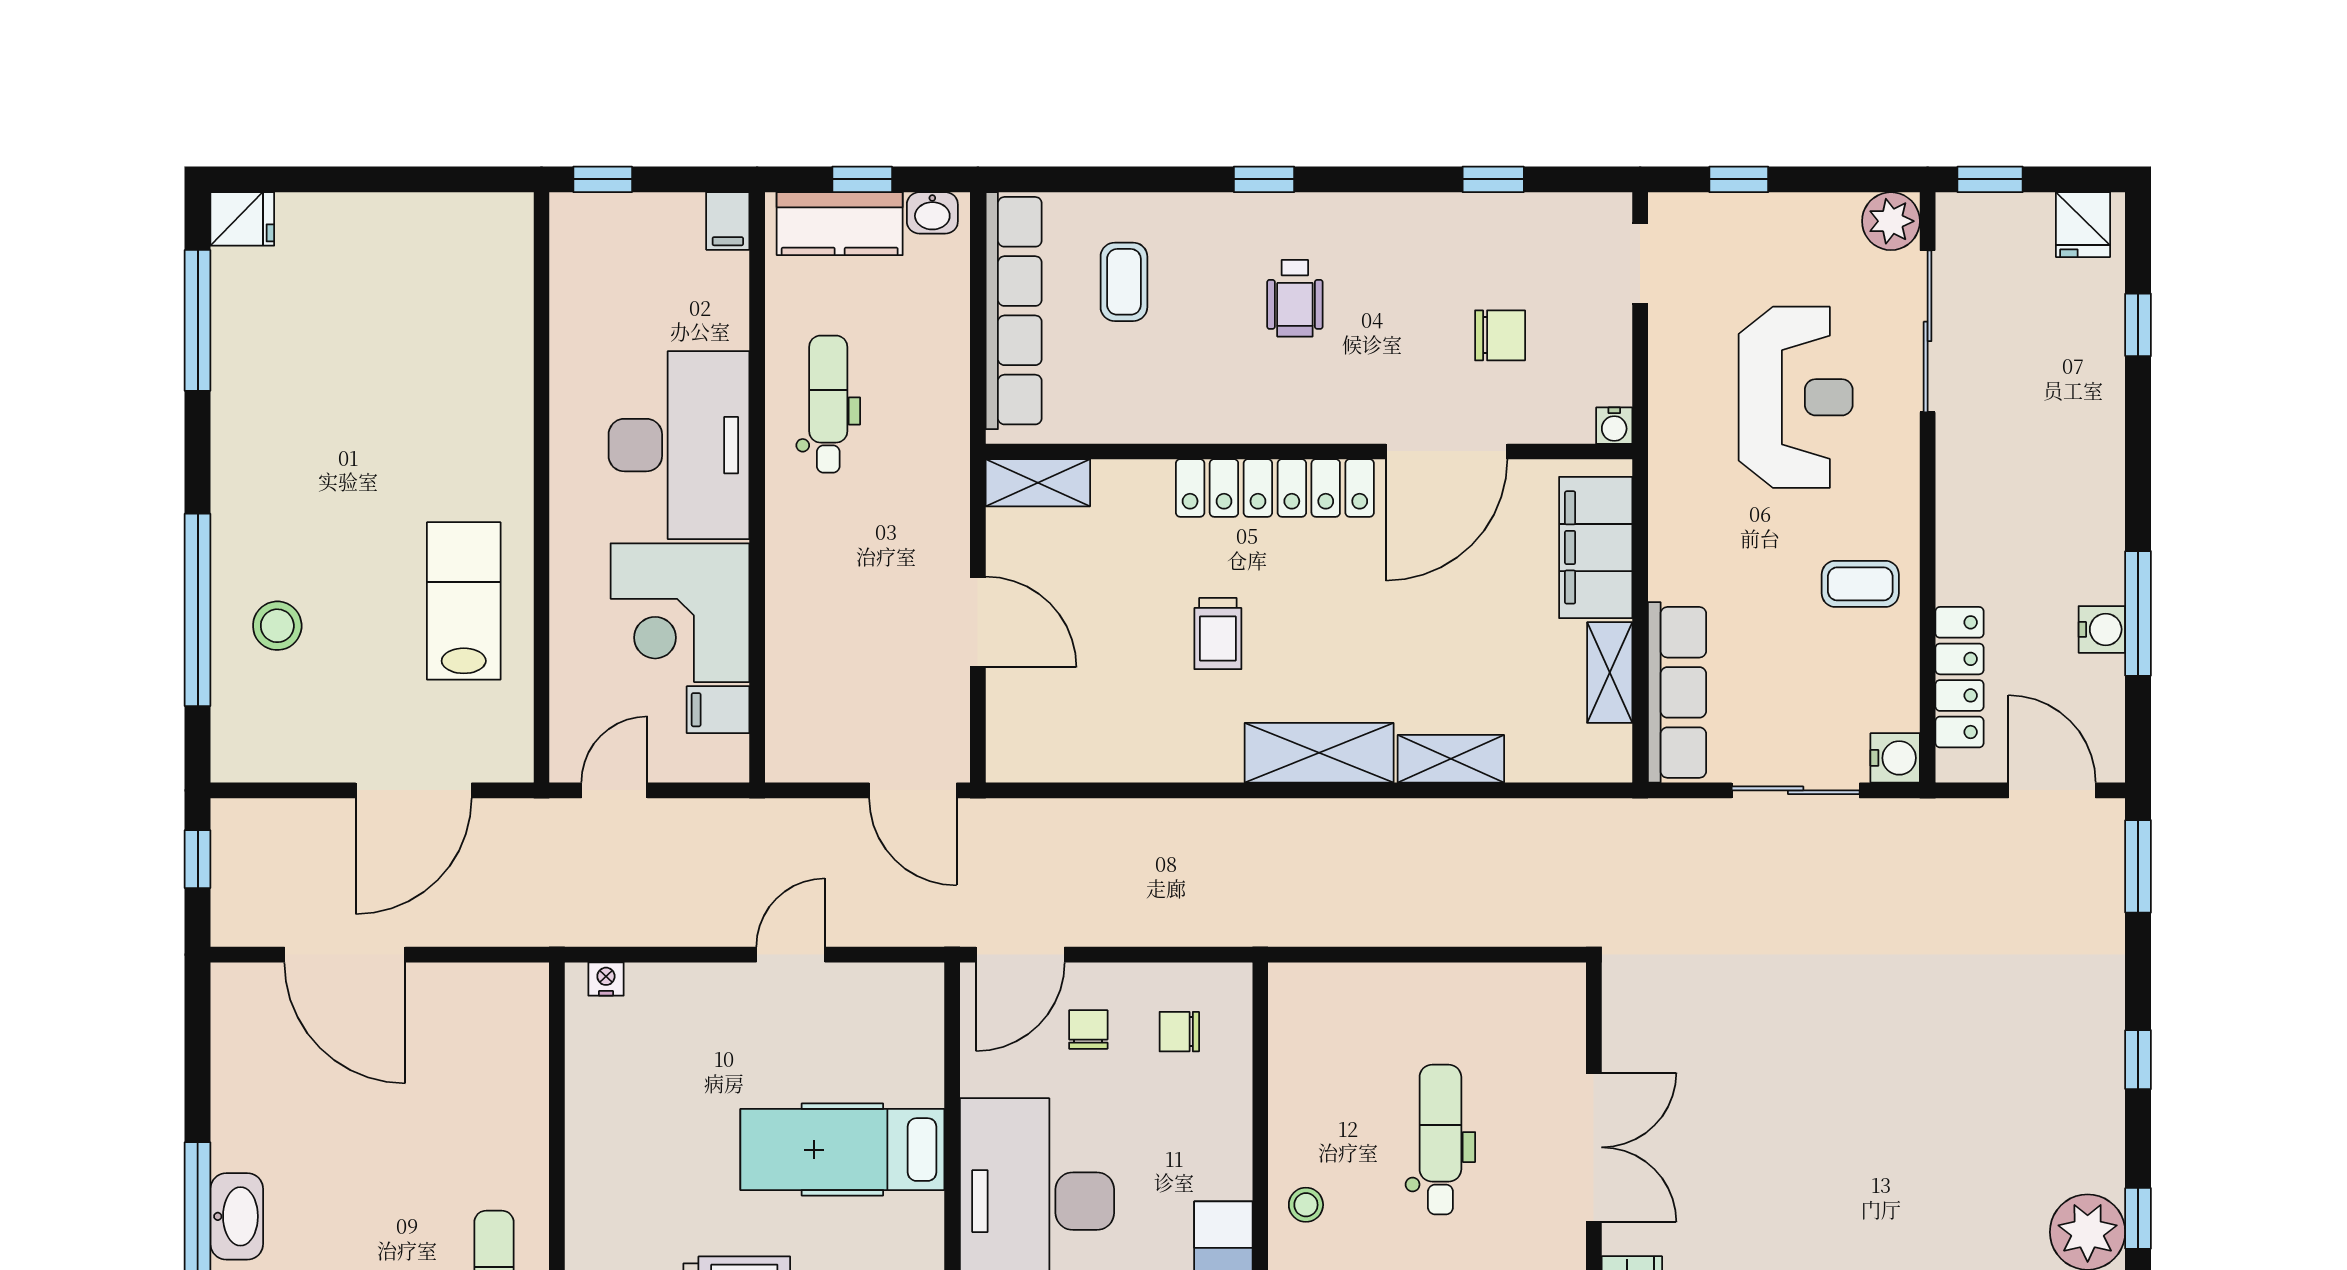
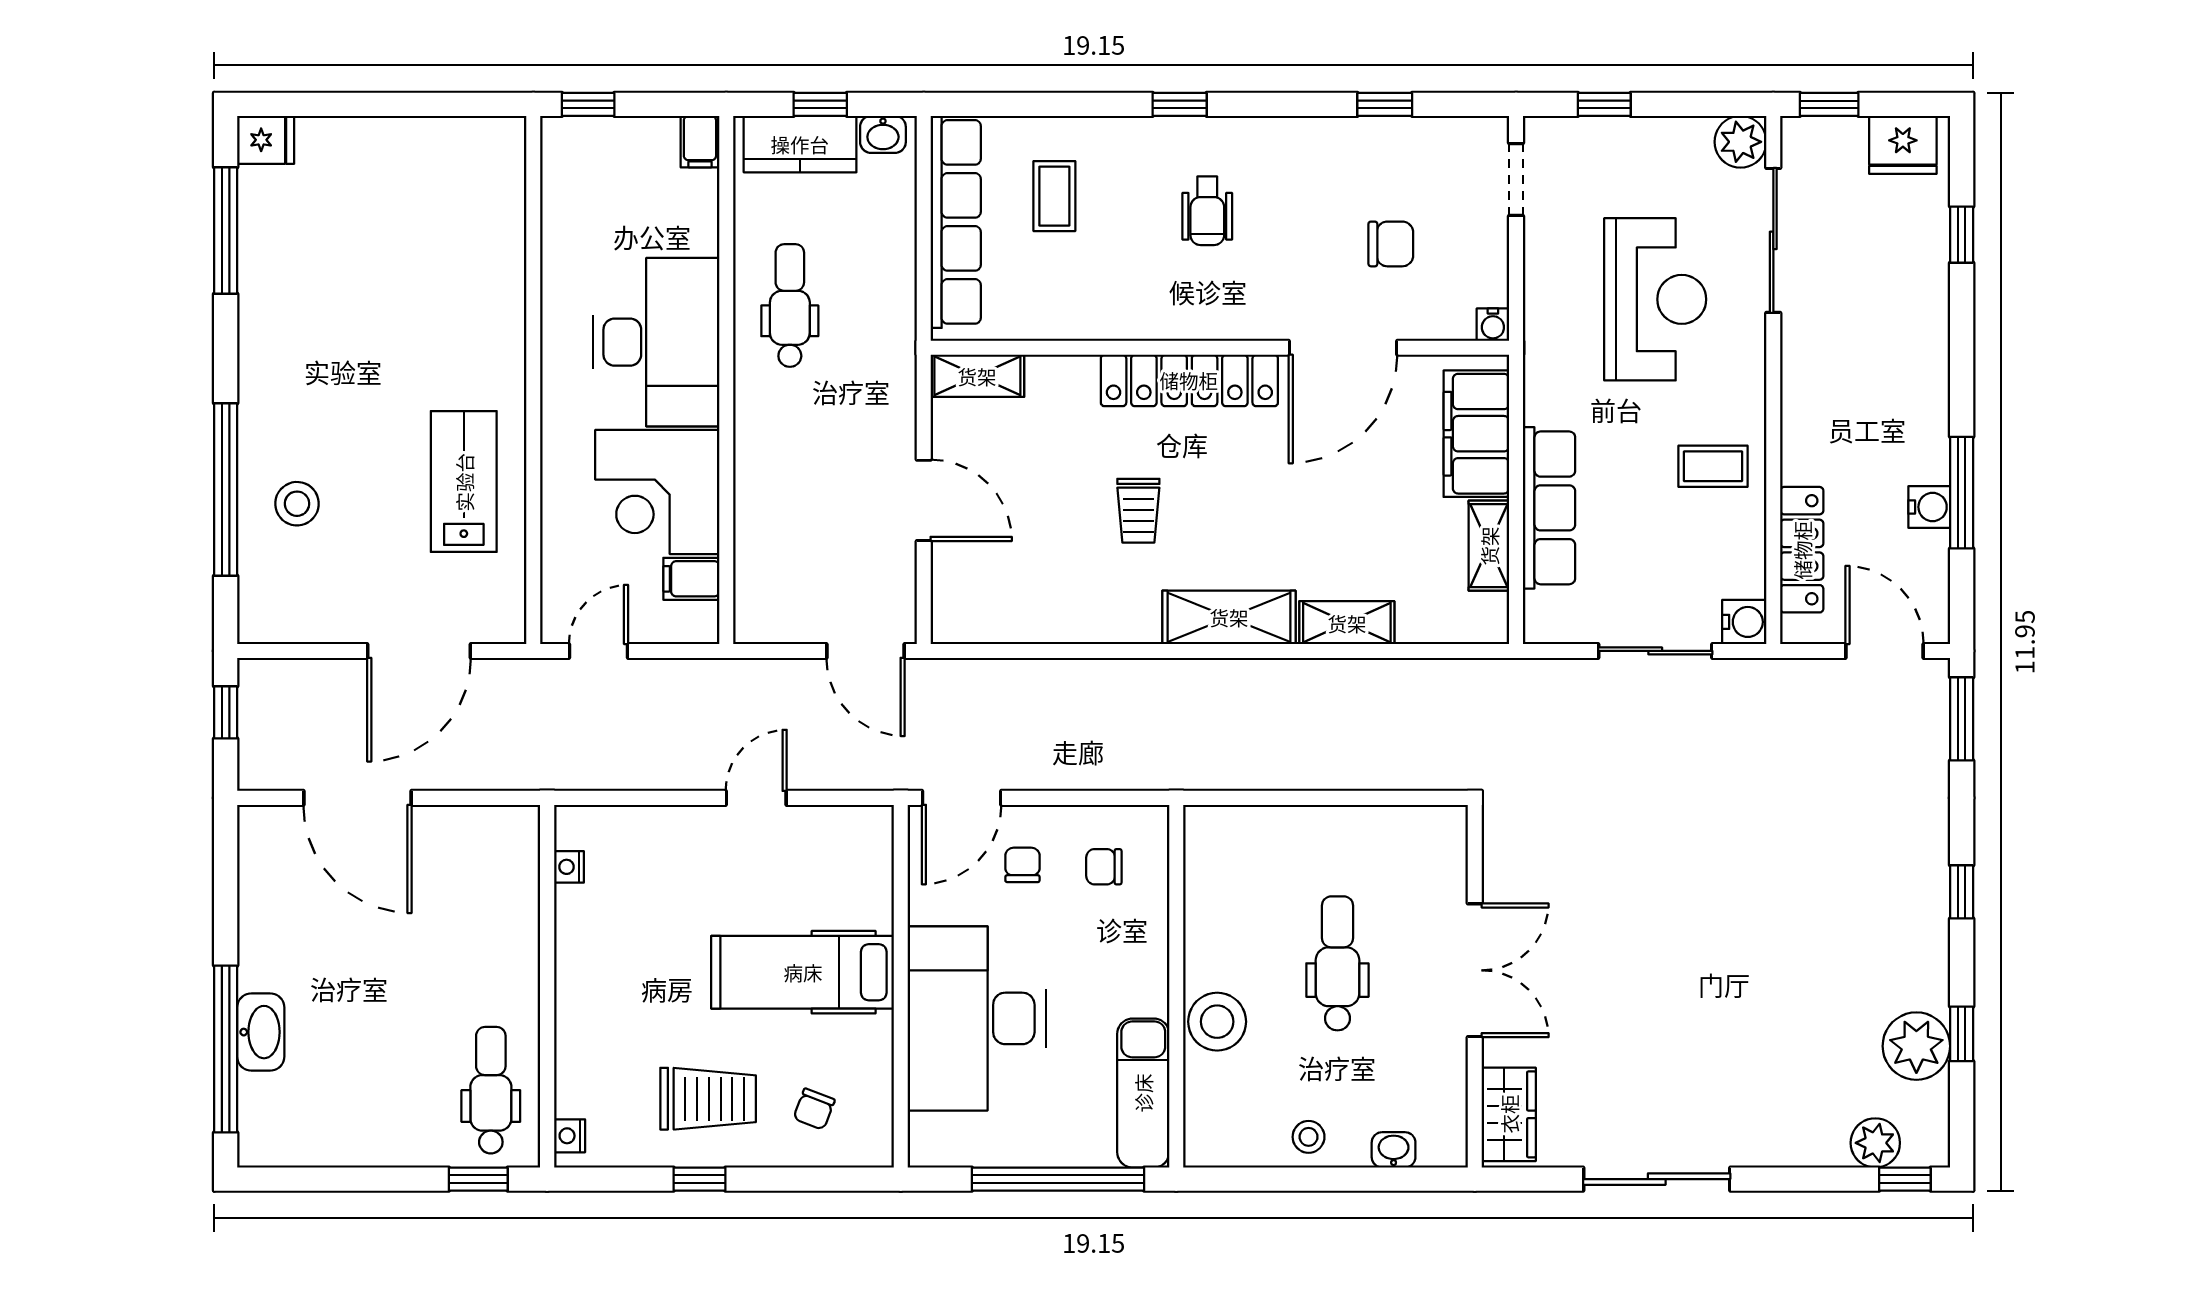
fridge: (2083, 225) -> (1903, 145), width x1.38
row of seats: (1677, 692) -> (1549, 508), moved
nightstand: (606, 979) -> (569, 867), moved, turned -90
stool: (1306, 1205) -> (1217, 1022), width x1.89, depth x1.89

